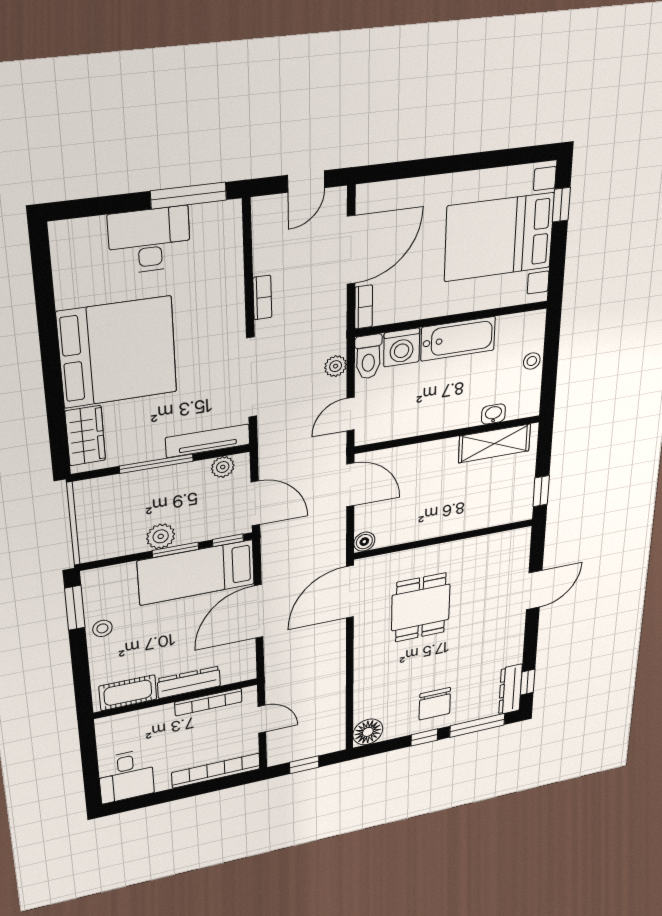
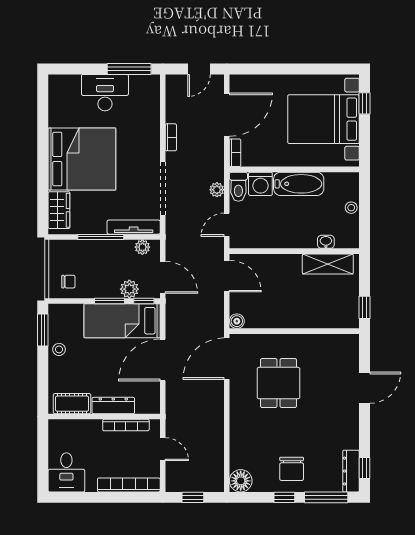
chair: (109, 535) -> (68, 282), added
plant: (161, 536) -> (129, 289), moved

